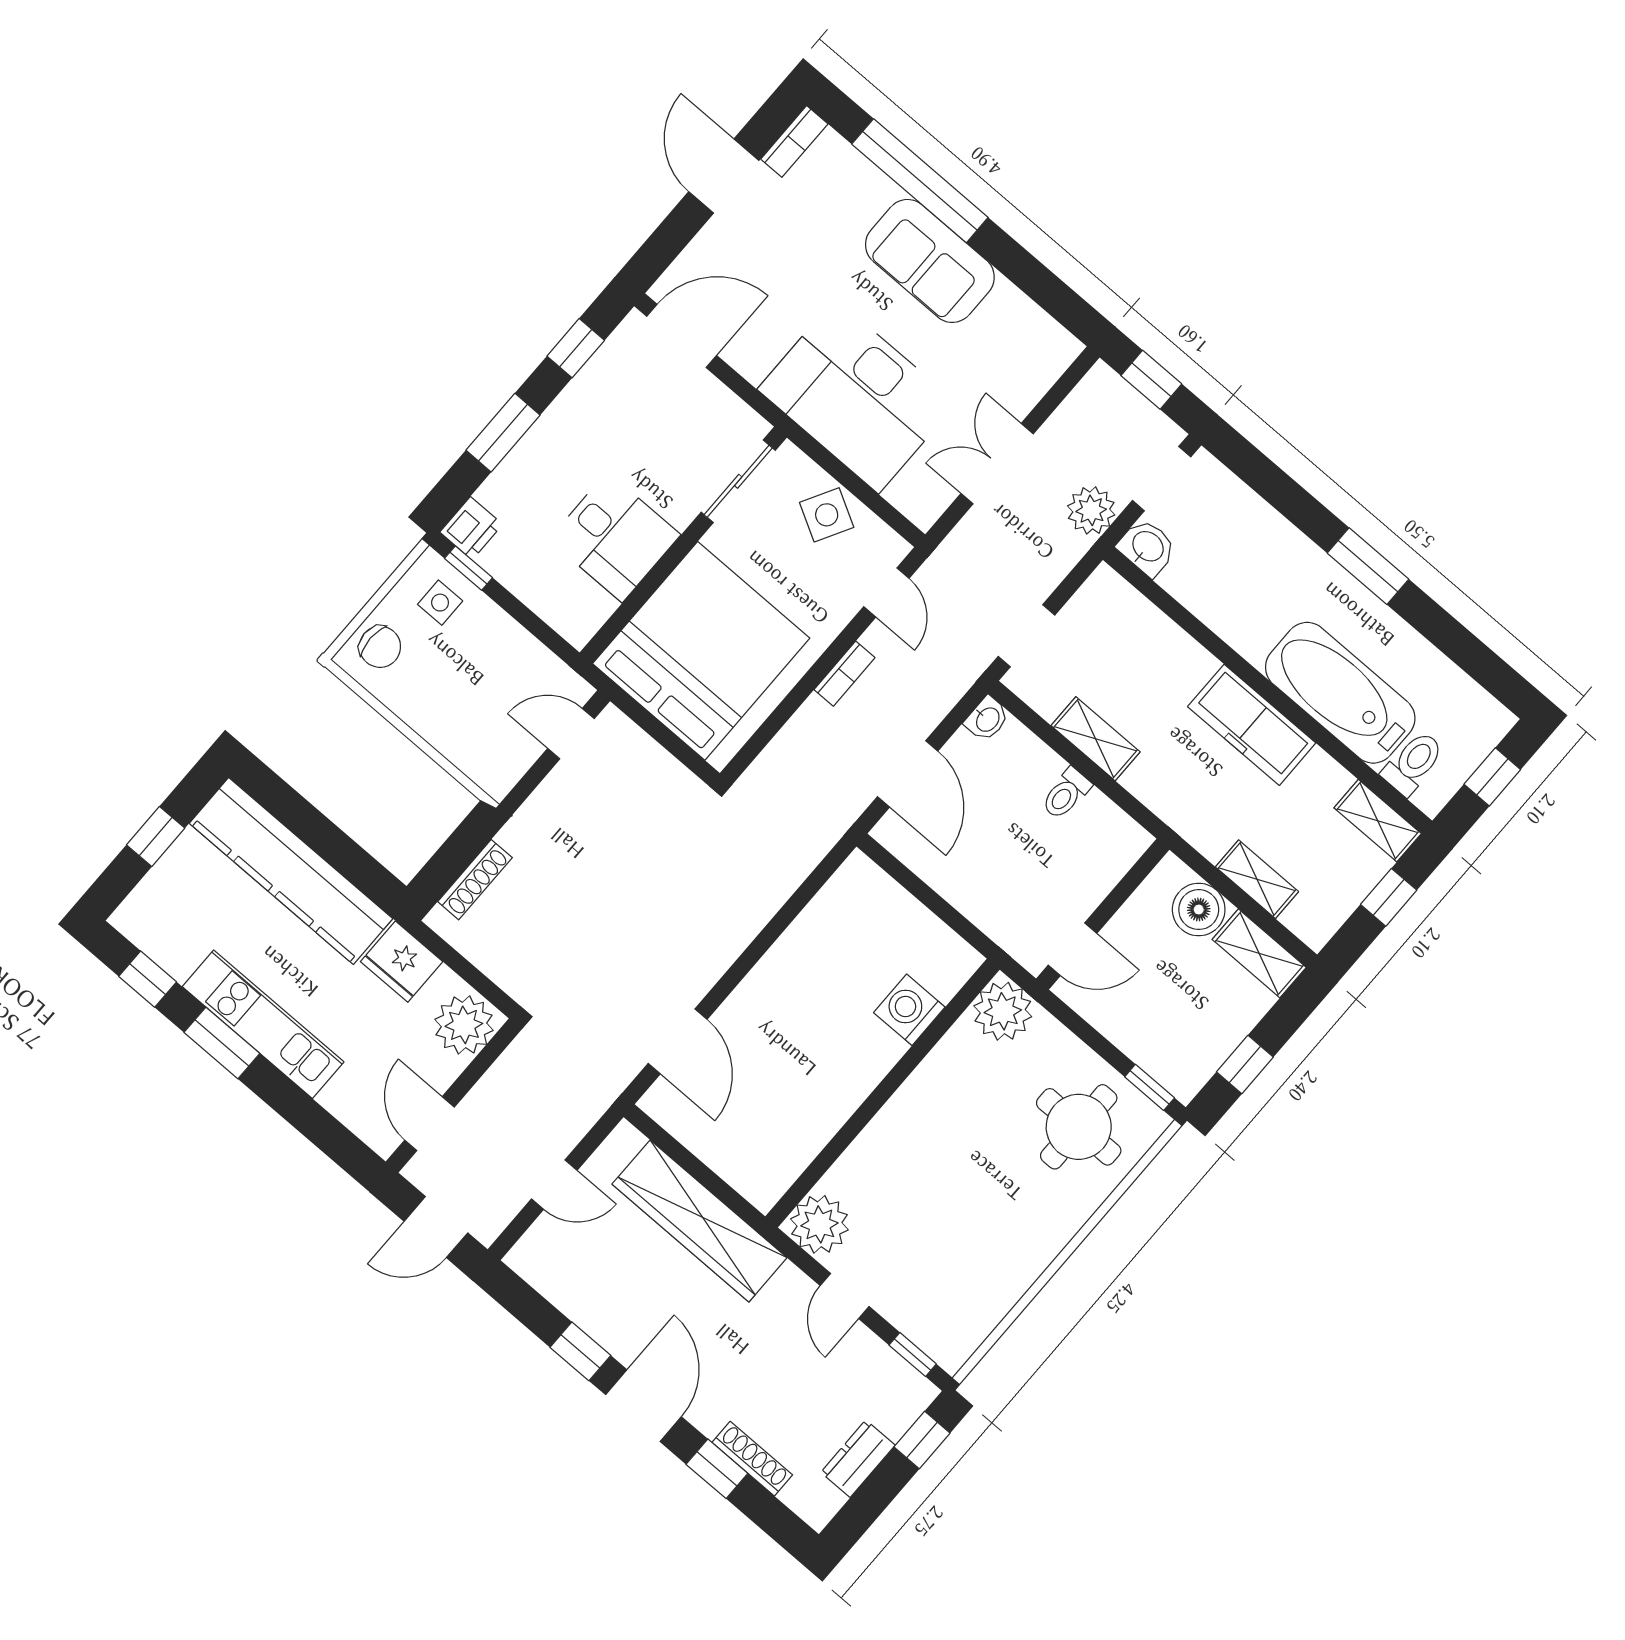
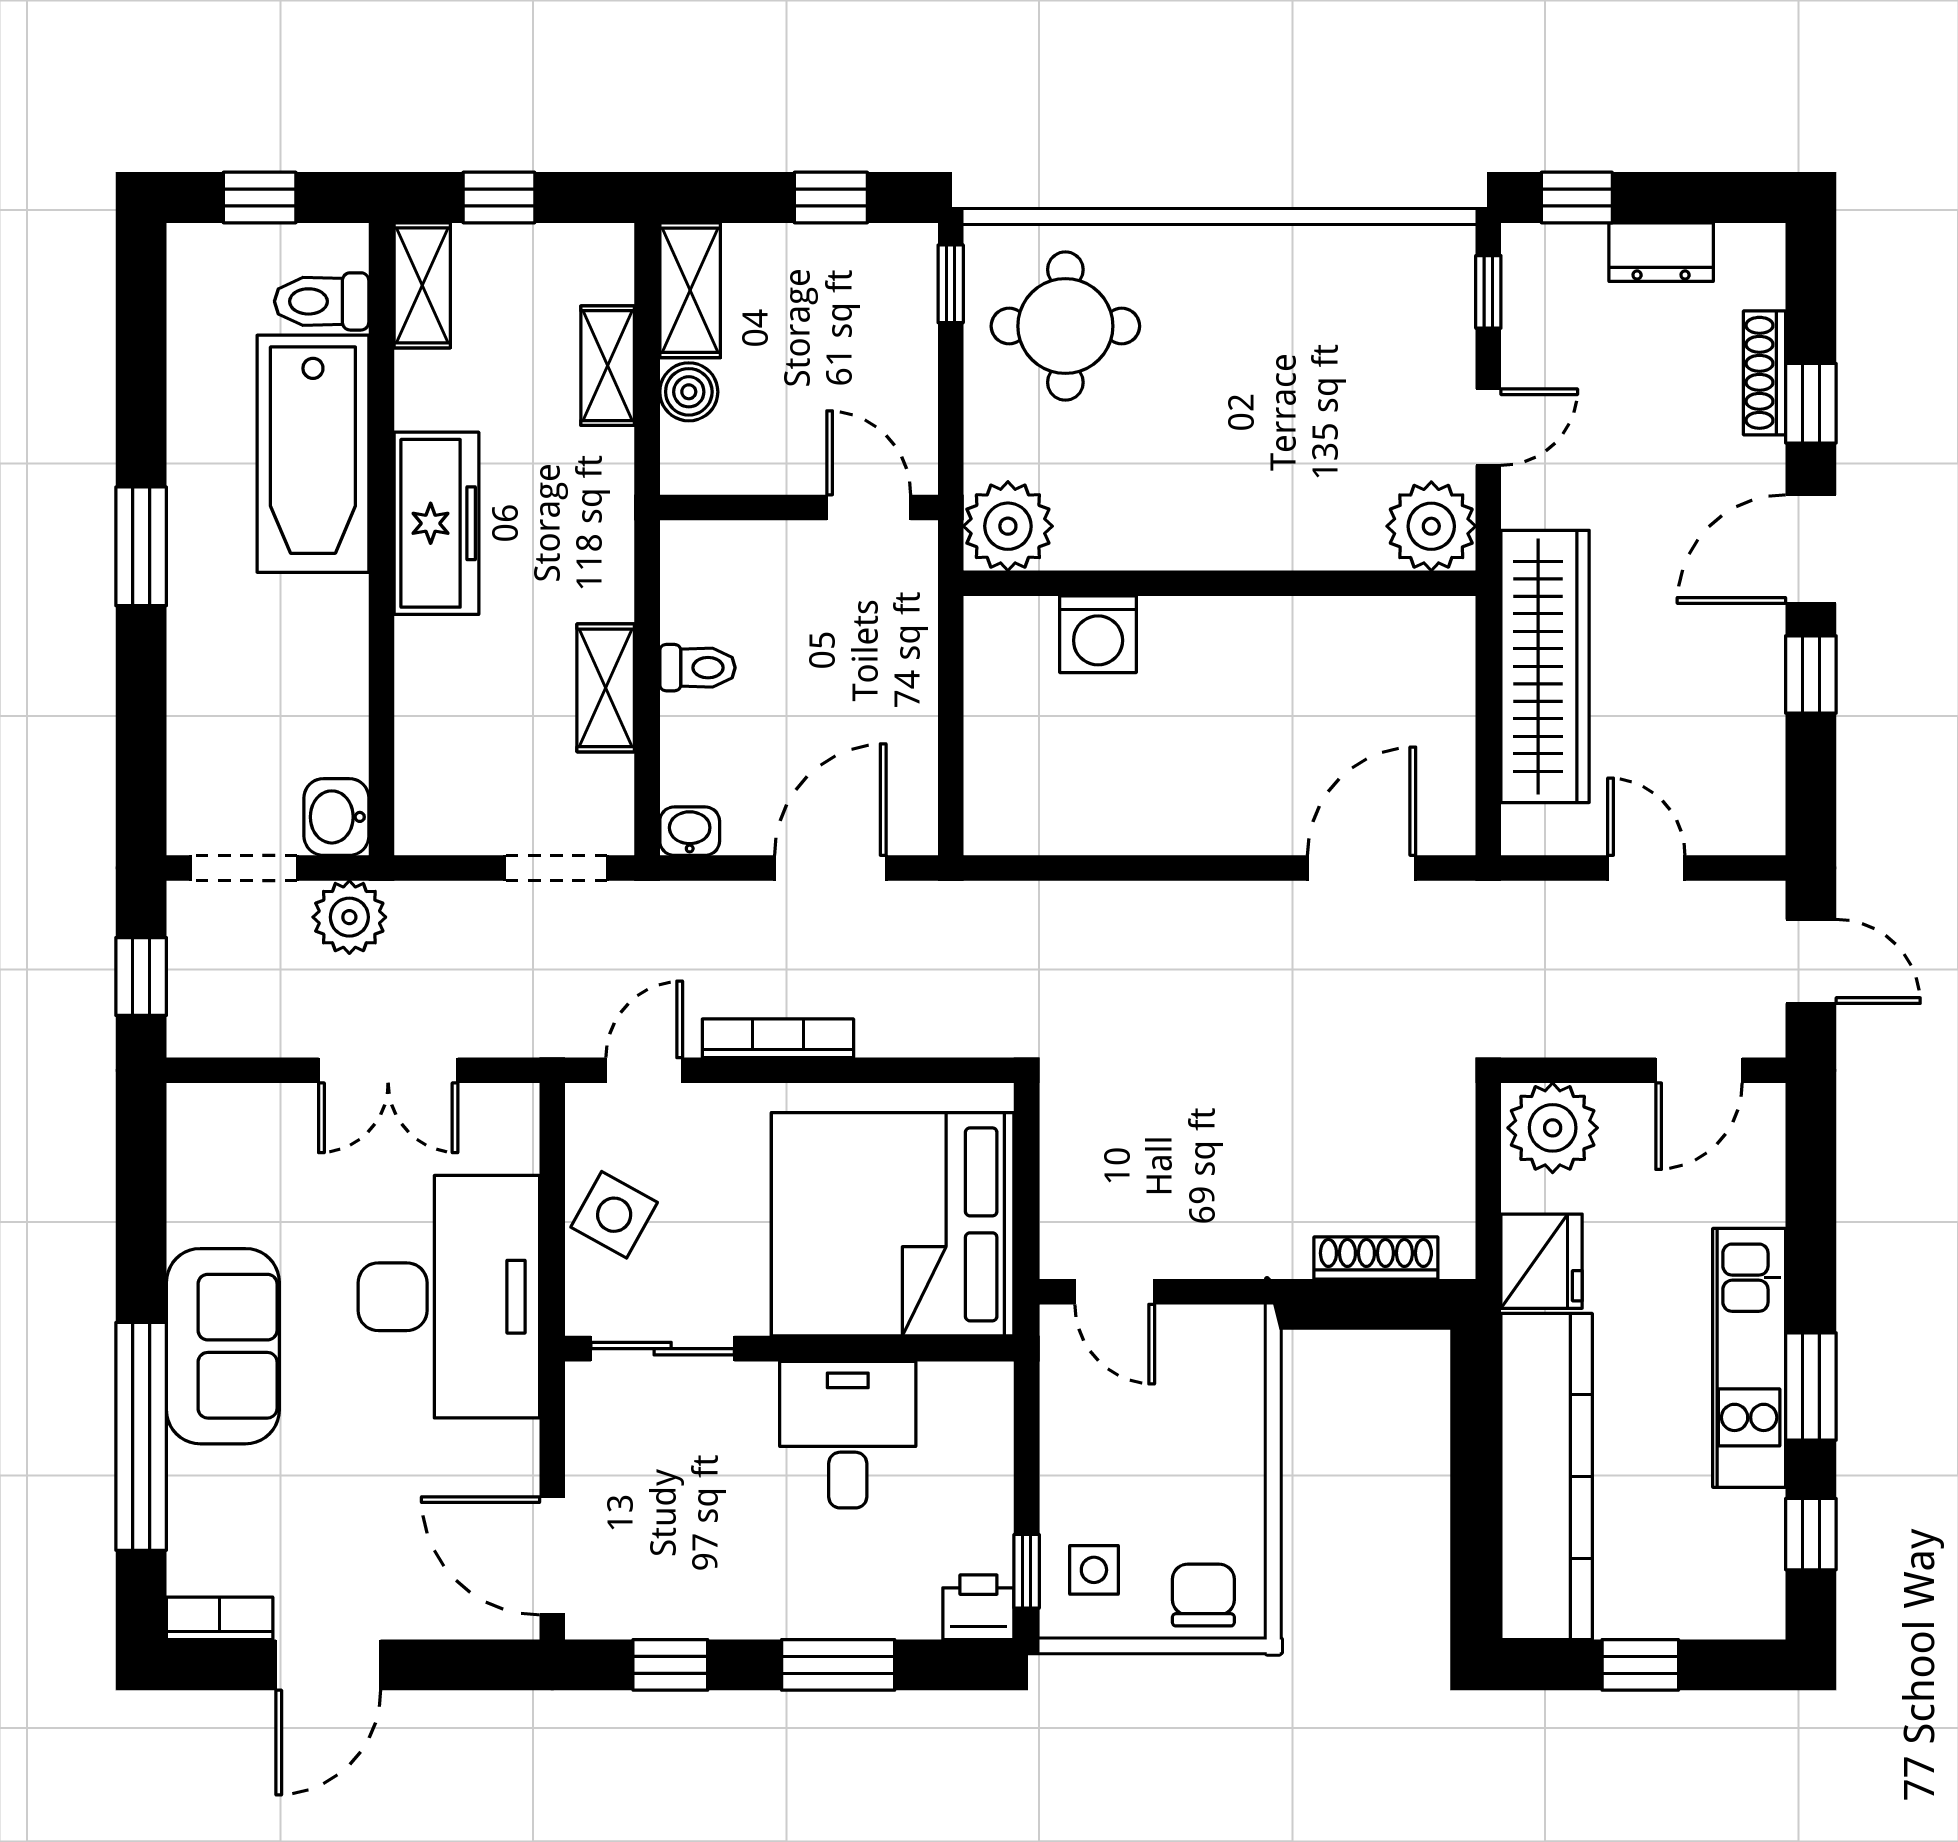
bookcase: (845, 674) -> (778, 1038), width x1.56
boiler: (1199, 910) -> (689, 392), width x0.73, depth x0.73

